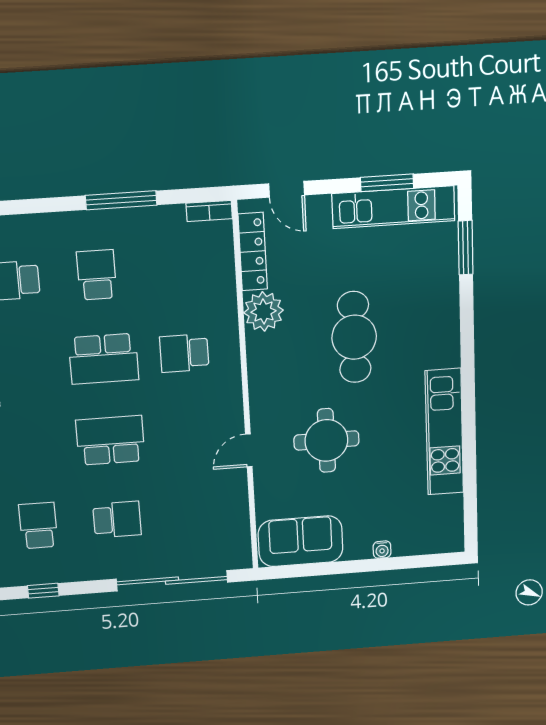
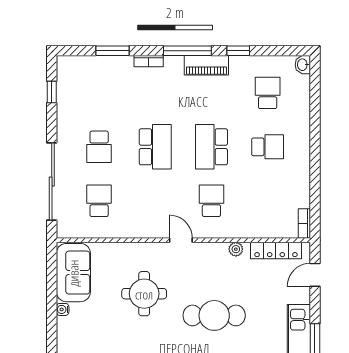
window: (121, 200) -> (315, 167), removed
plant: (264, 311) -> (236, 249), width x0.53, depth x0.53
door: (249, 450) -> (181, 240), moved
school desk: (38, 526) -> (99, 201), moved, turned -90
water cooler: (382, 550) -> (63, 309), moved

